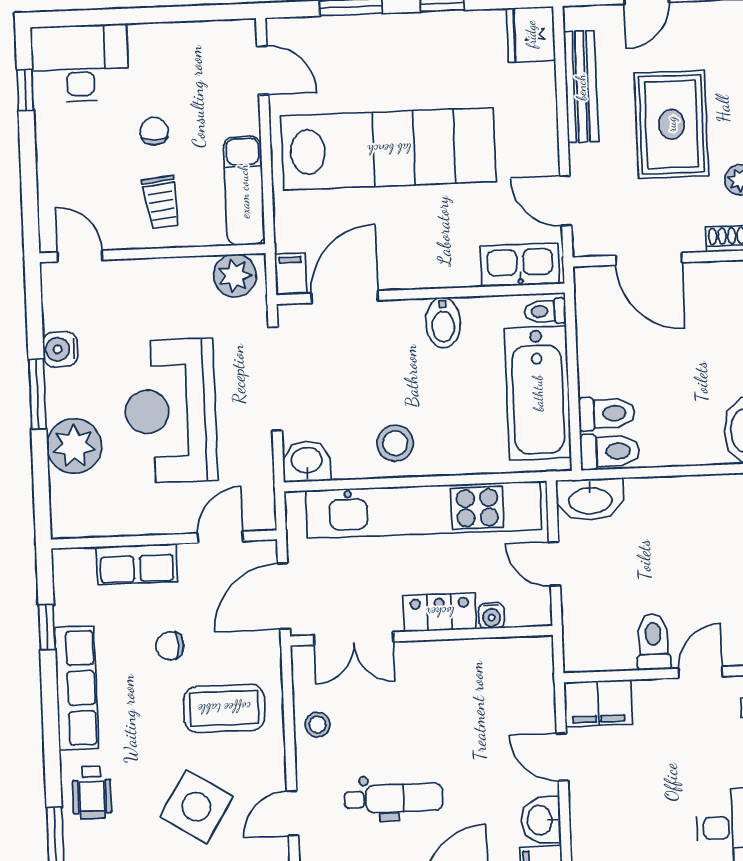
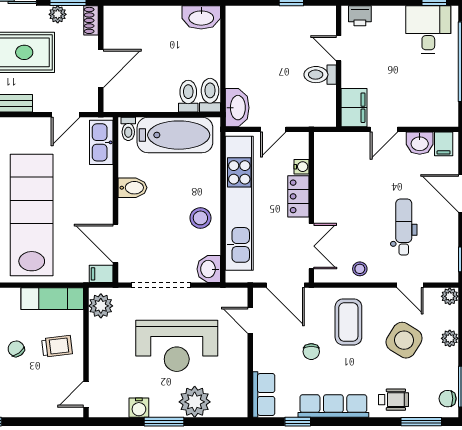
chair: (154, 131) -> (16, 349), turned 53
row of seats: (137, 564) -> (264, 395), moved

